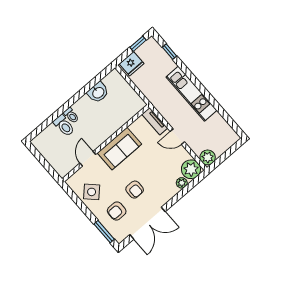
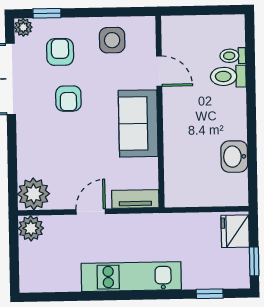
toilet: (71, 115) -> (233, 56), moved
plant: (182, 183) -> (23, 27), moved
armchair: (135, 190) -> (68, 99), turned -90
side table: (92, 192) -> (112, 40), turned 45
window: (104, 232) -> (47, 13), width x0.67

